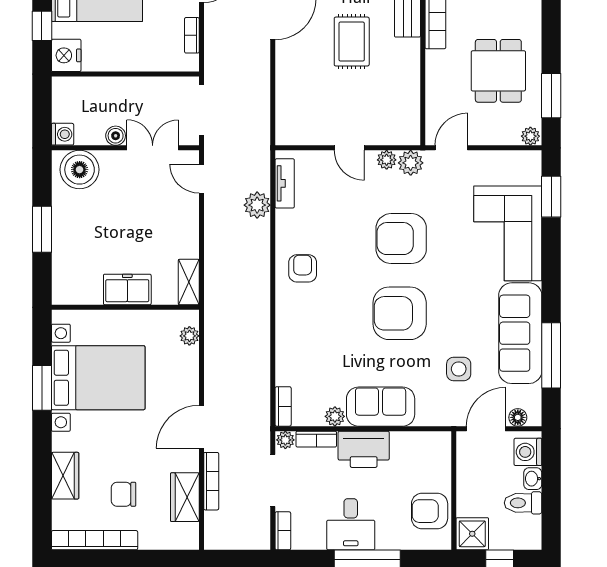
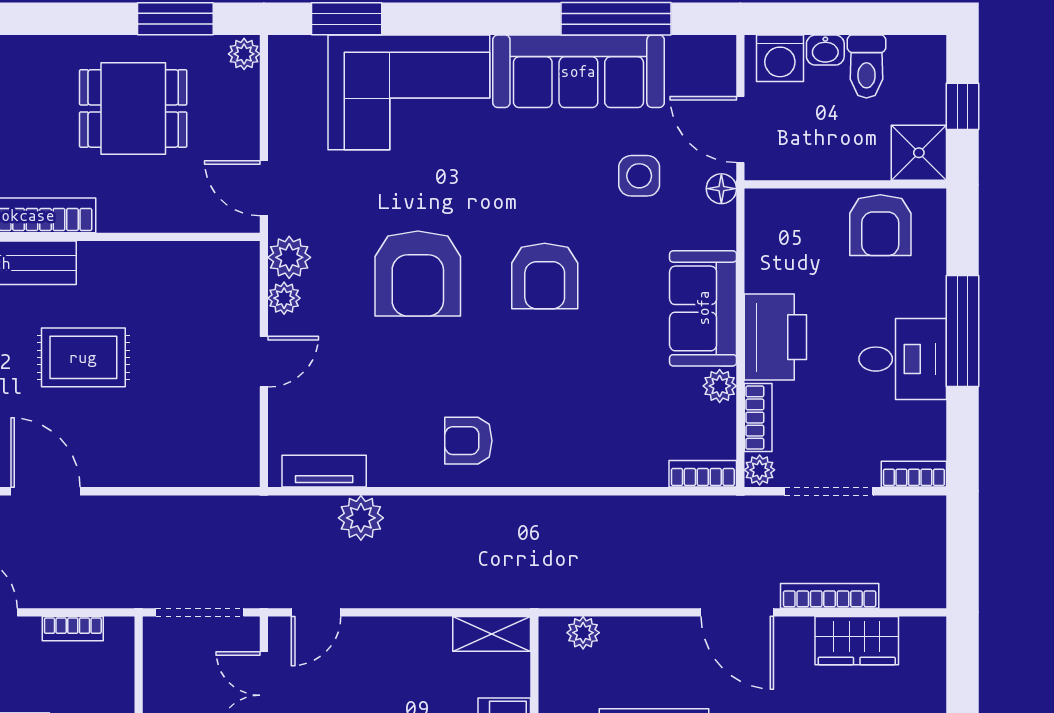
armchair: (400, 313) -> (545, 276), width x0.73, depth x0.73
floor lamp: (518, 417) -> (721, 189), moved

